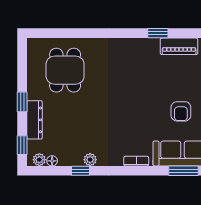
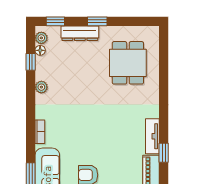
tv unit: (141, 45) -> (152, 136), added
dining table: (65, 70) -> (128, 63), turned 90
window: (81, 171) -> (31, 62), moved

